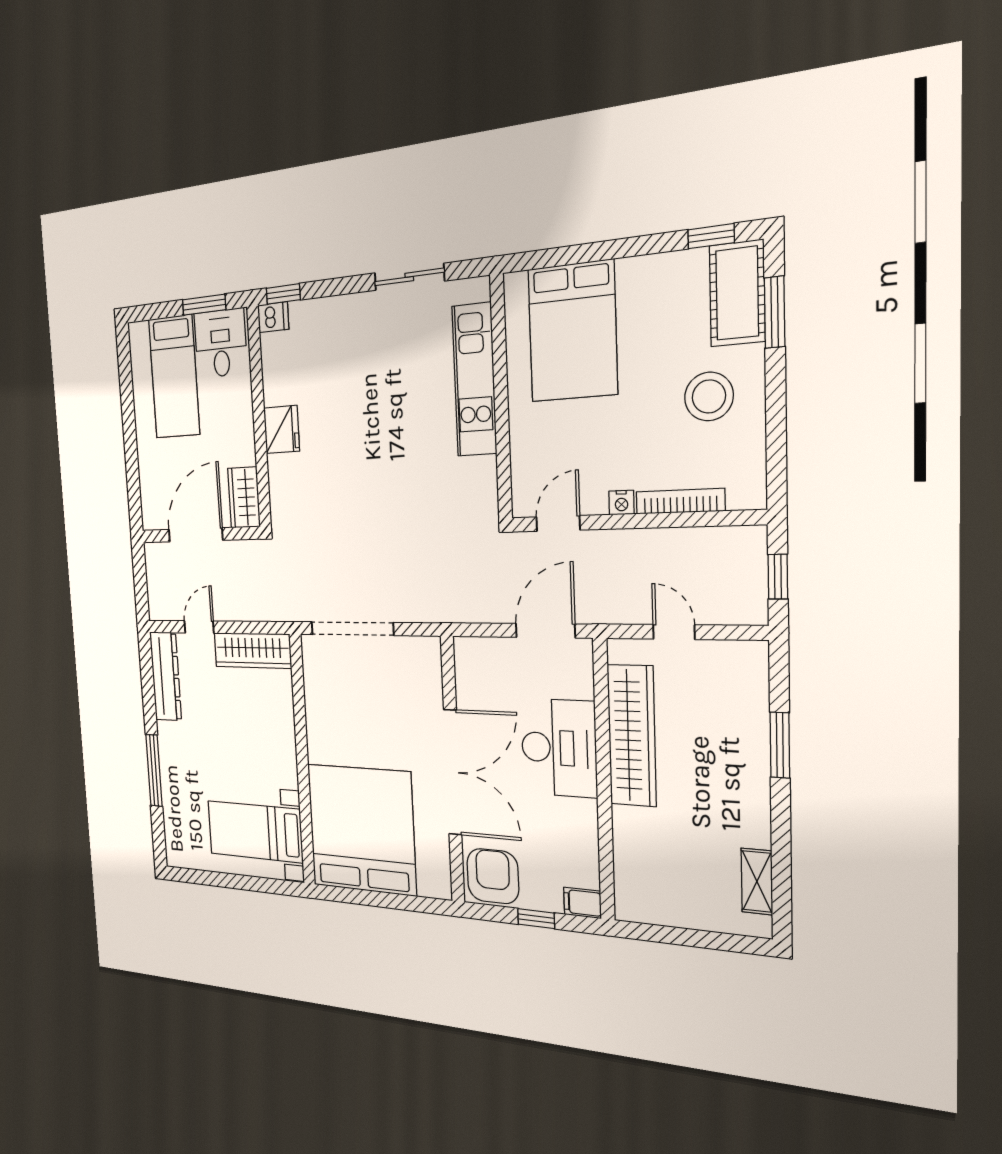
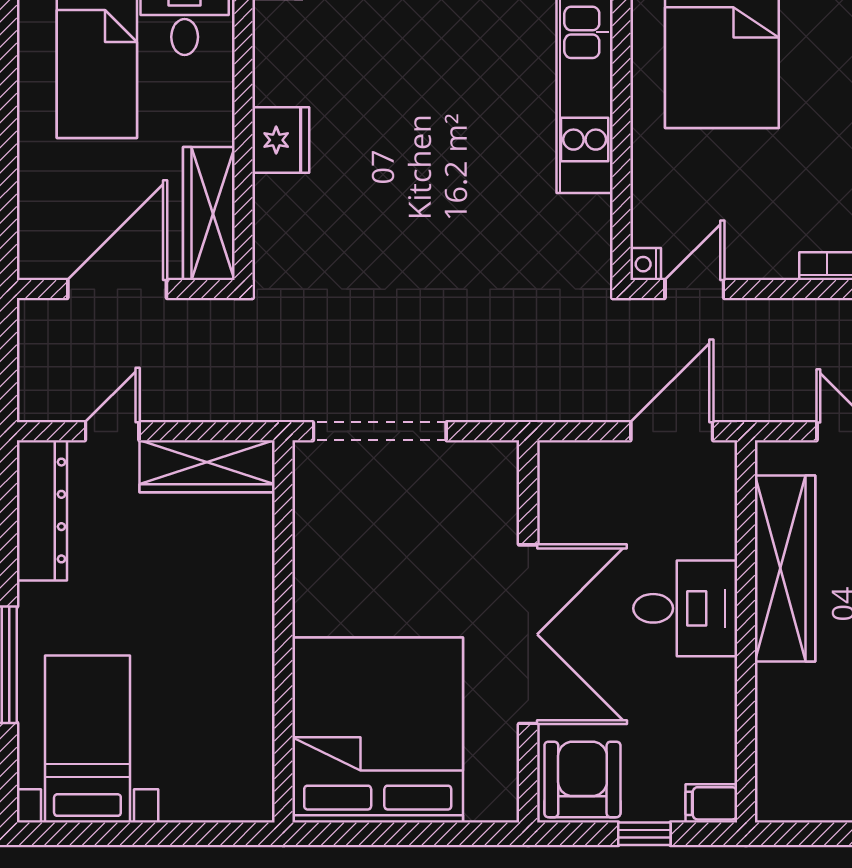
wardrobe: (244, 497) -> (209, 213), width x1.50
nightstand: (621, 503) -> (646, 264), moved, turned 90
desk: (559, 748) -> (685, 608), width x0.73
bed with nightstands: (255, 832) -> (87, 739), moved, turned 90

